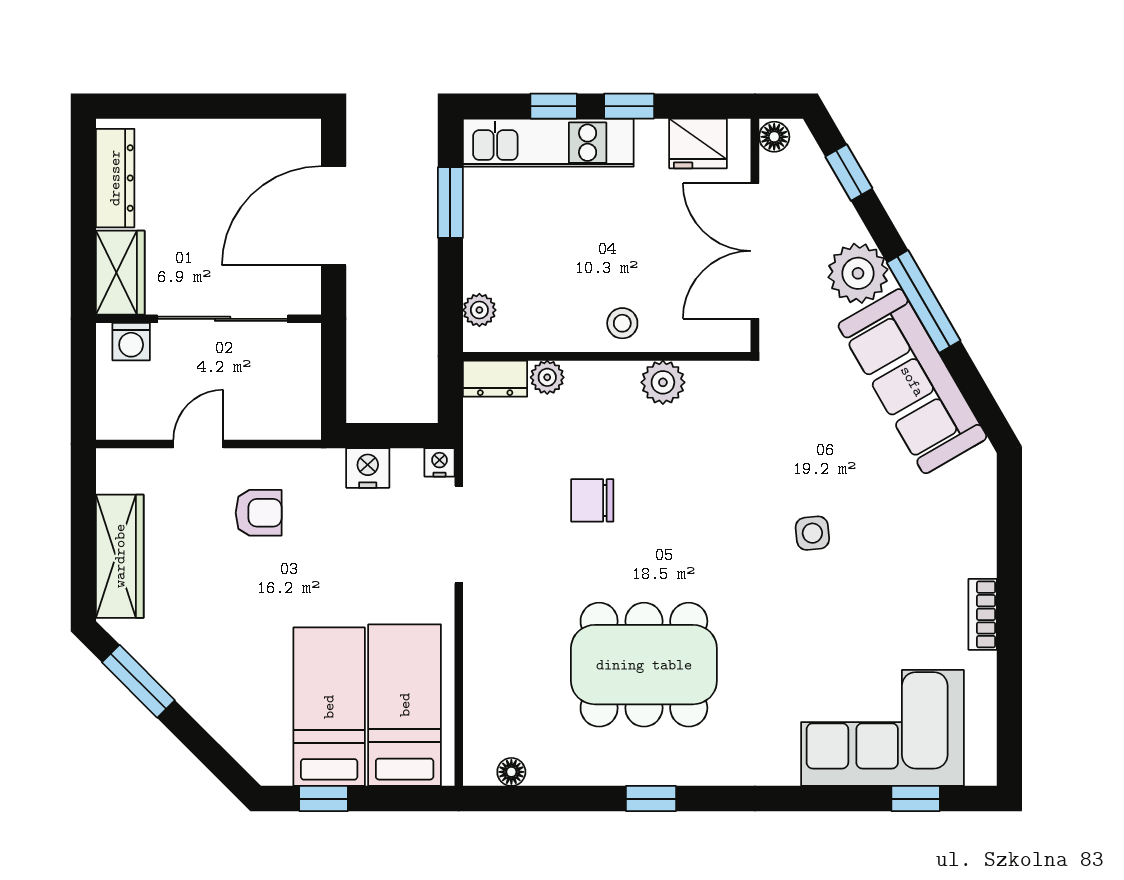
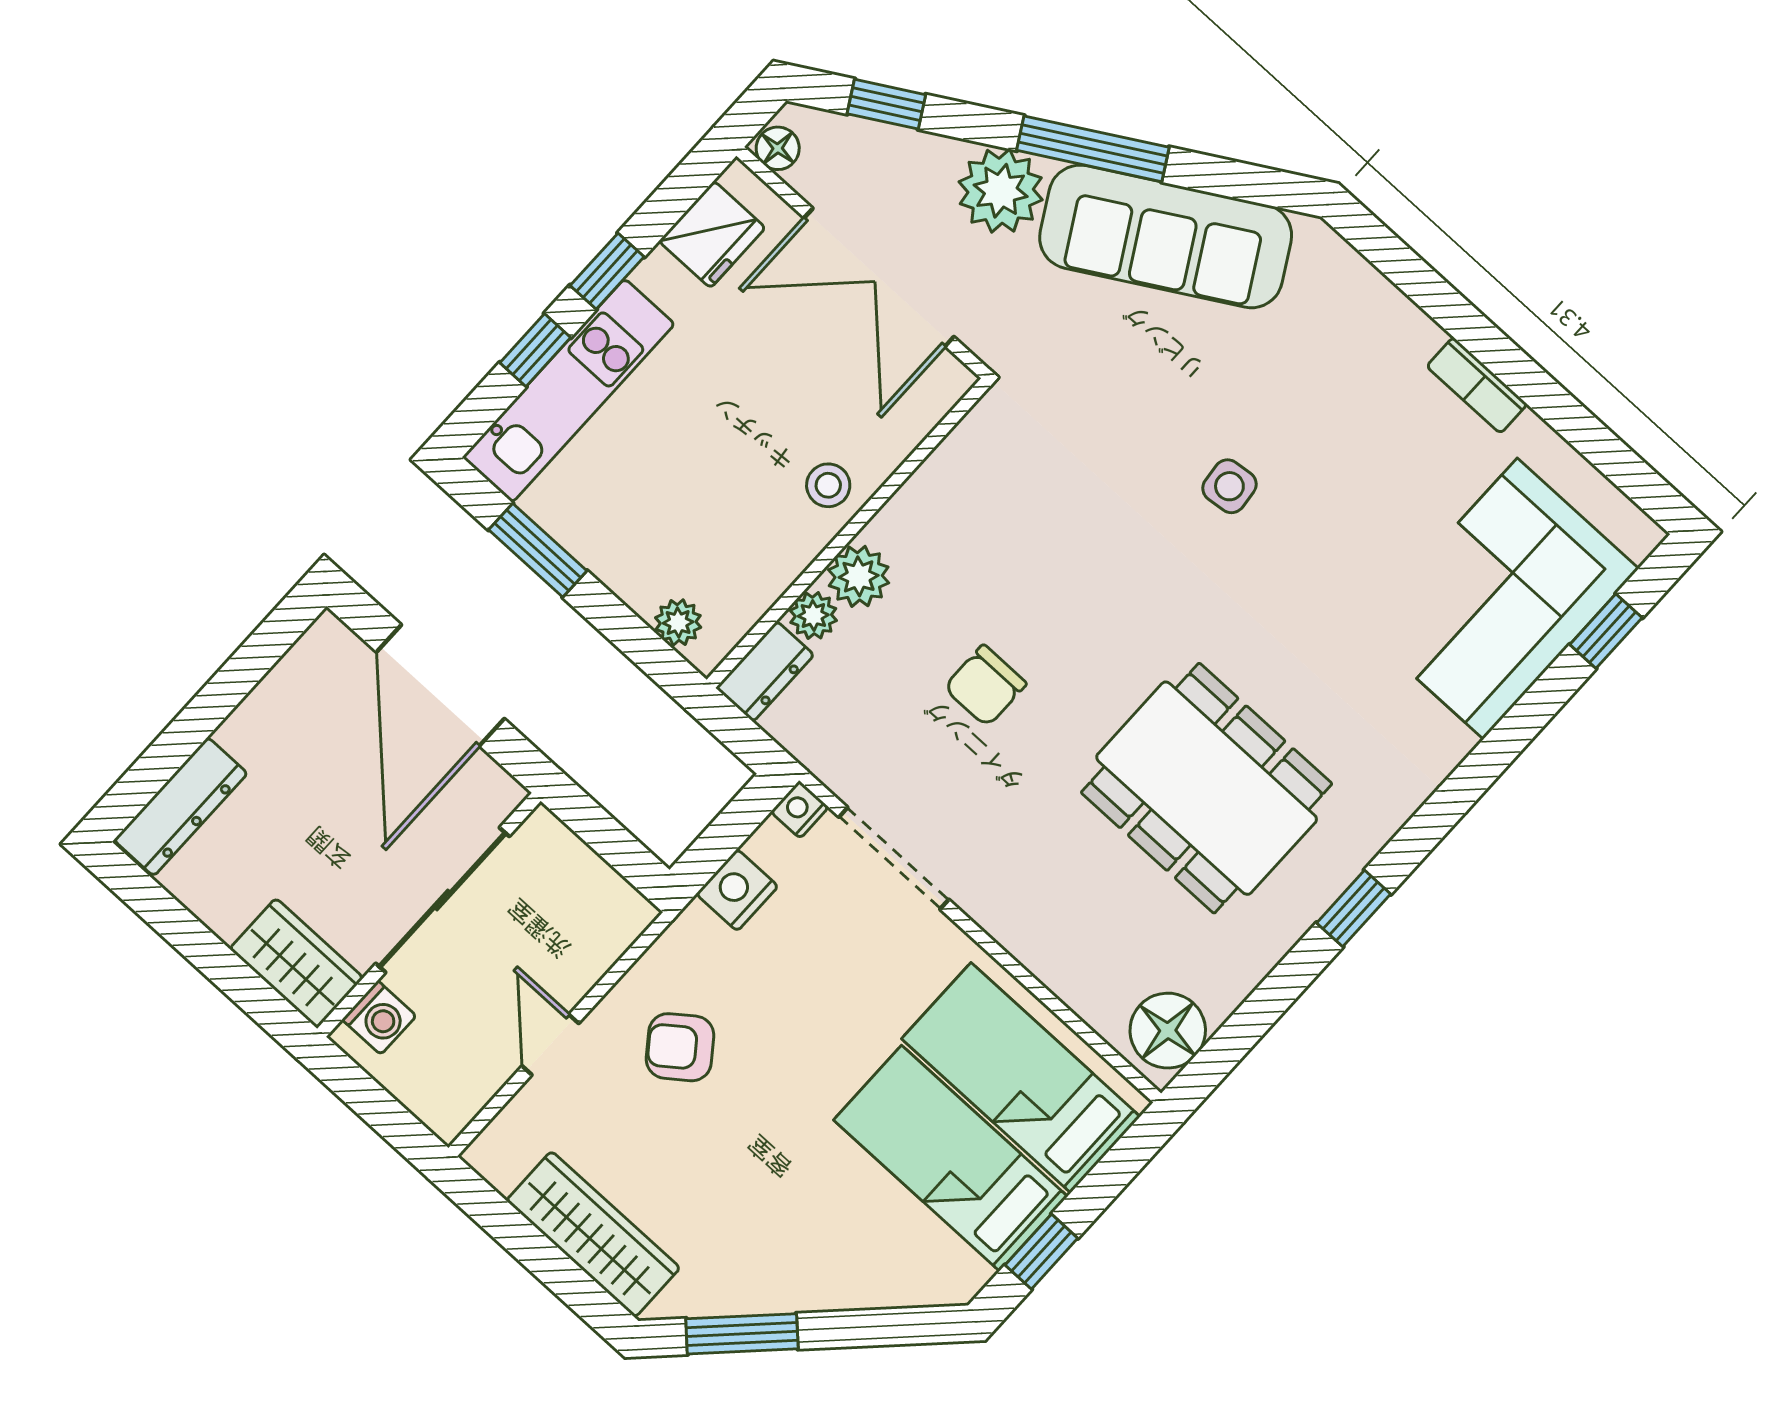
dresser: (115, 178) -> (181, 807), moved, turned 90
plant: (663, 382) -> (859, 576), moved
armchair: (259, 513) -> (680, 1047), turned -127
dining table: (644, 665) -> (1207, 788), turned 90
floor lamp: (511, 772) -> (1168, 1031), width x1.89, depth x1.89

